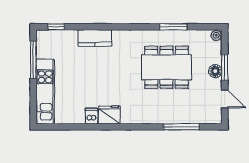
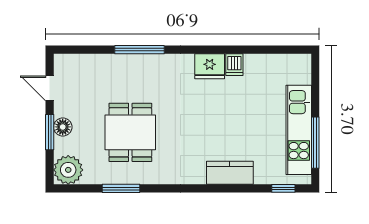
plant: (216, 35) -> (68, 170), width x1.88, depth x1.88
dining table: (167, 67) -> (130, 132), width x0.73
kitchen unit: (45, 92) -> (299, 130), moved
window: (181, 127) -> (139, 50), moved

